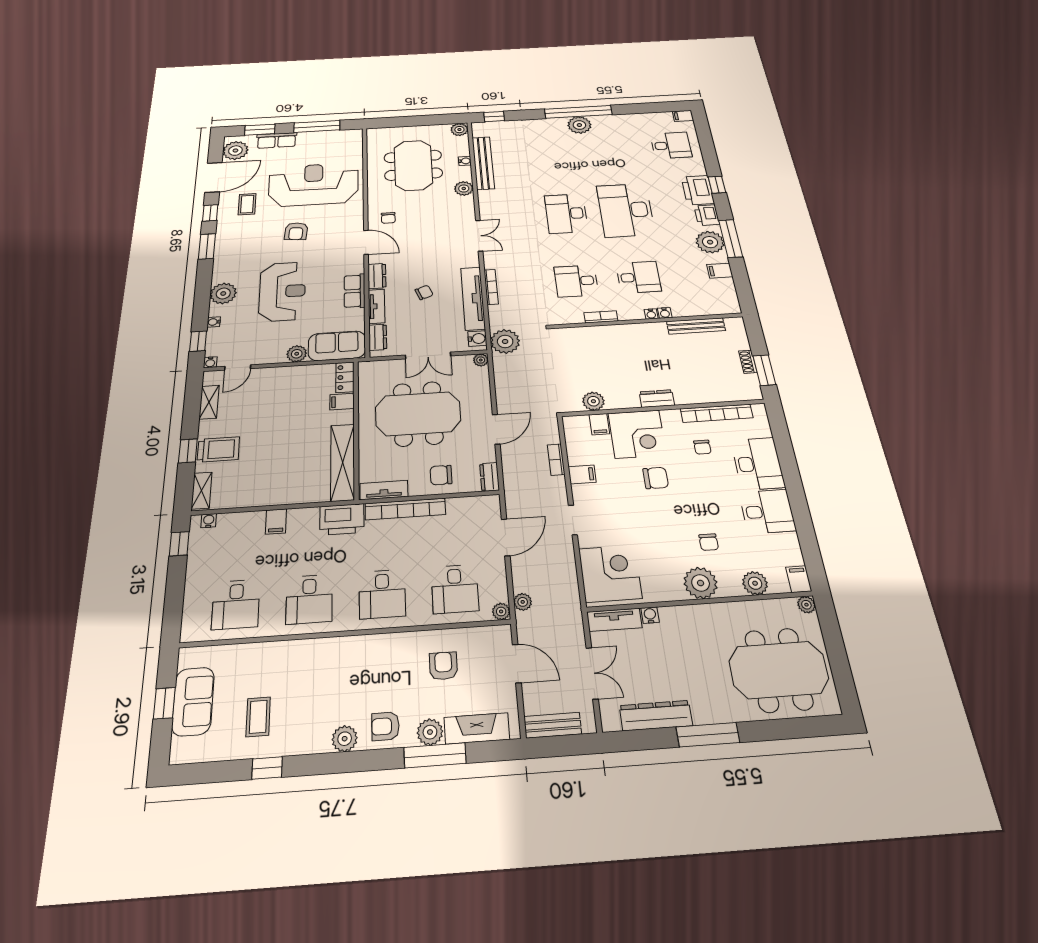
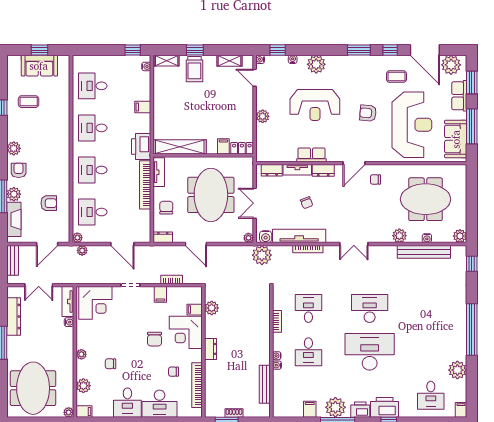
plant: (579, 125) -> (457, 370), moved
sofa: (337, 346) -> (456, 139), moved, turned 180
plant: (701, 583) -> (81, 354), width x0.53, depth x0.53

